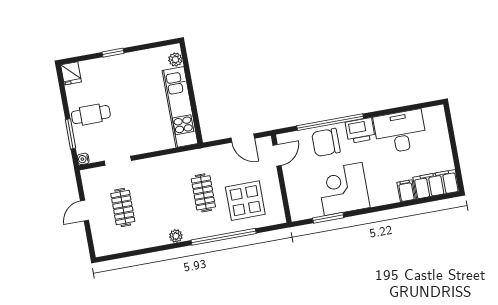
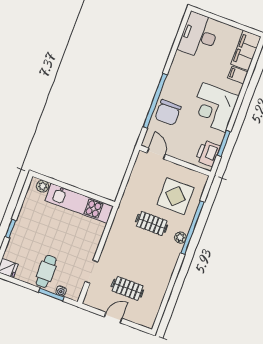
printer: (360, 131) -> (208, 153), moved, turned 180
desk: (400, 132) -> (199, 36), moved
door: (243, 138) -> (129, 171), removed
water cooler: (83, 159) -> (61, 291), moved
corner desk: (343, 189) -> (214, 107), moved
door: (84, 211) -> (113, 318), swing flipped
plant: (176, 236) -> (180, 238), moved

